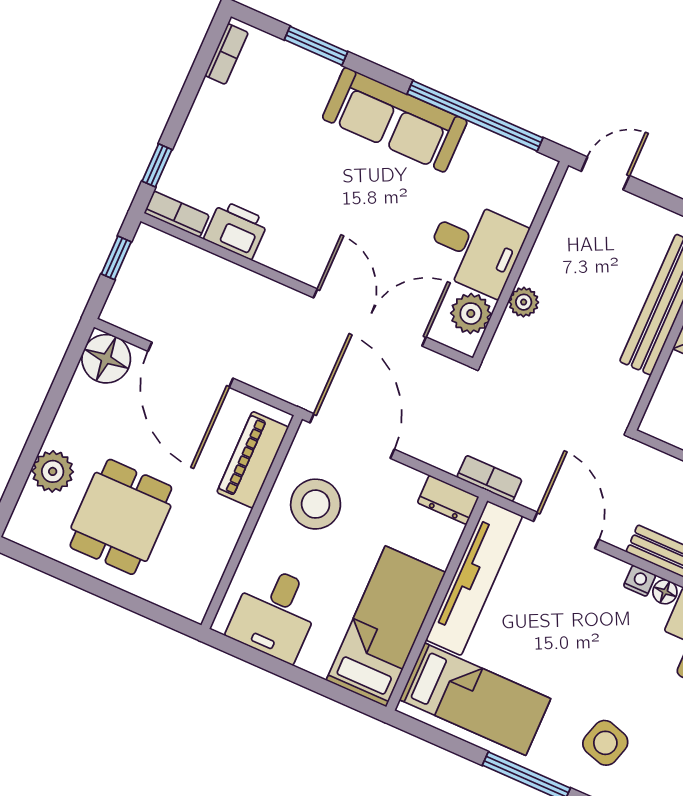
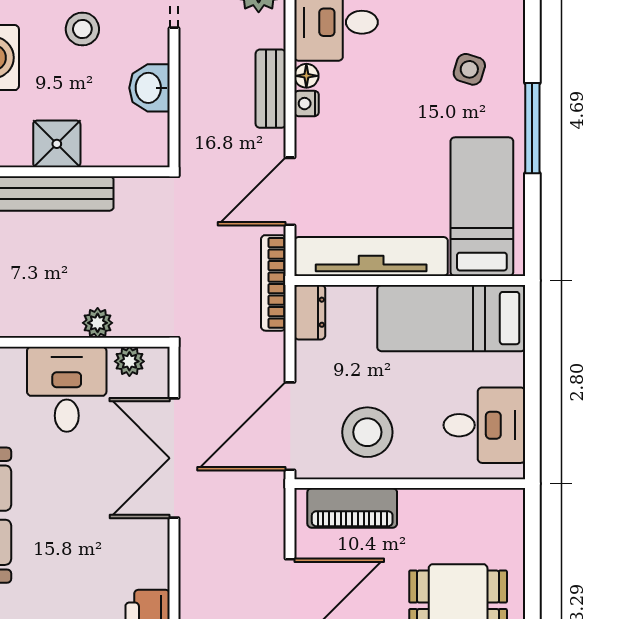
plant: (471, 314) -> (129, 361), width x0.73, depth x0.73
bookcase: (489, 478) -> (273, 283), width x1.56
side table: (605, 743) -> (469, 69), width x0.73, depth x0.73

